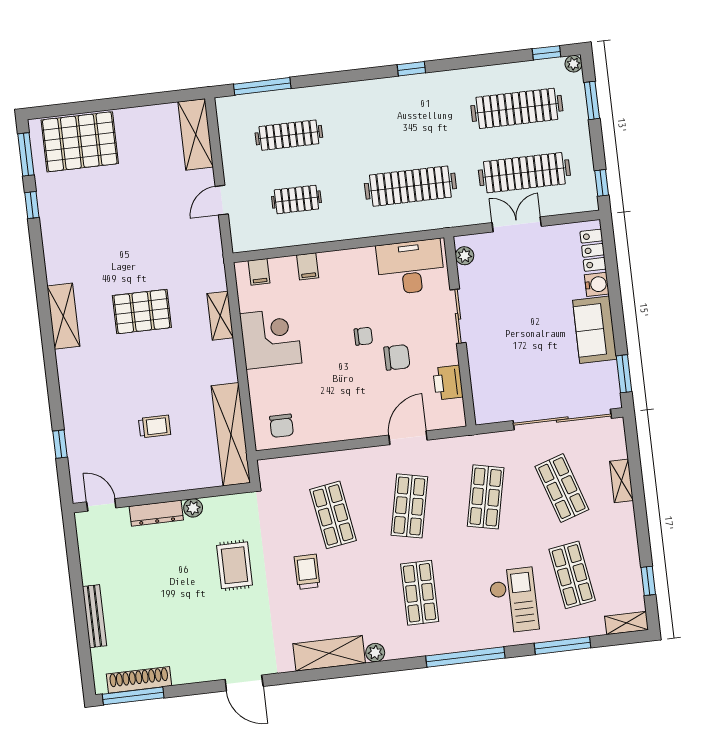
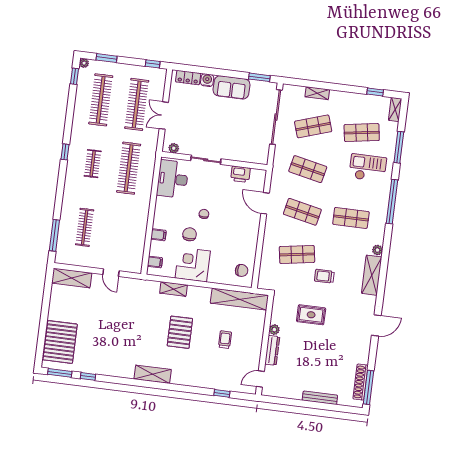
clothes rail: (296, 199) -> (93, 164), moved
pallet: (142, 312) -> (180, 332), moved
chair: (397, 357) -> (190, 234), moved

